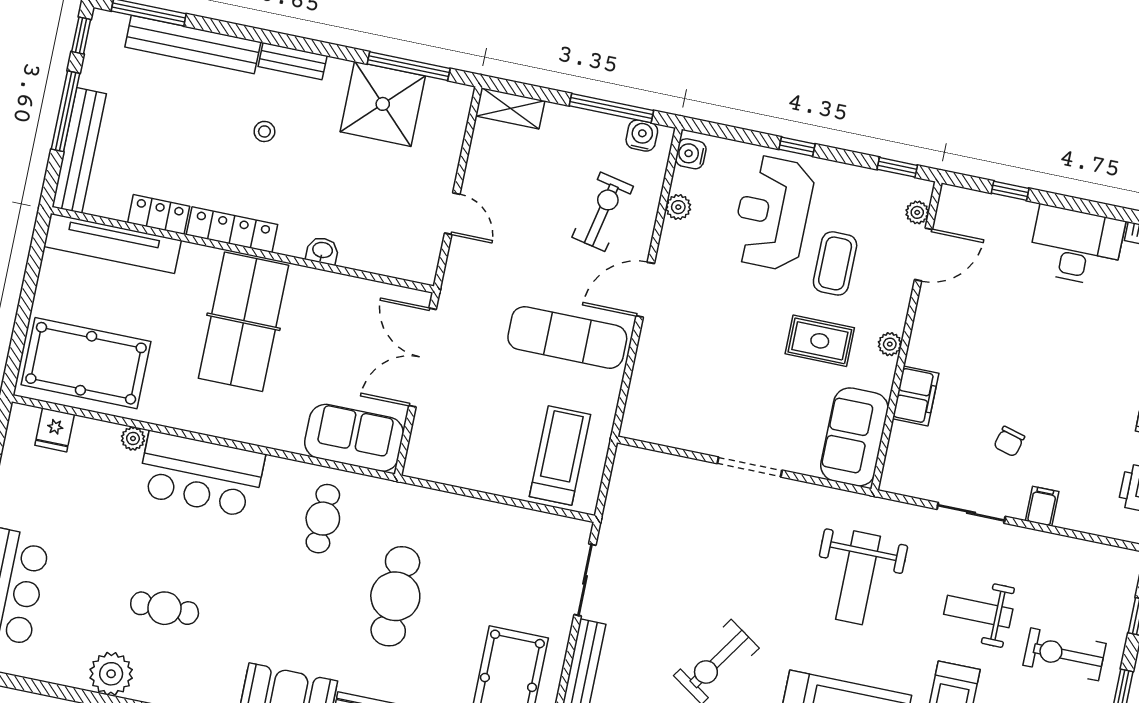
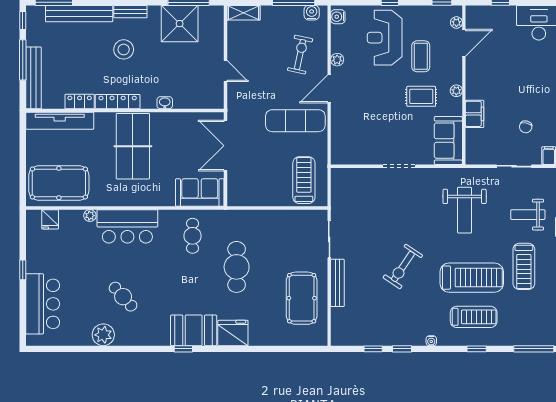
stool: (264, 131) -> (124, 49), width x1.89, depth x1.89
plant: (678, 207) -> (337, 60), moved
cafe table: (165, 608) -> (123, 297), turned 48

